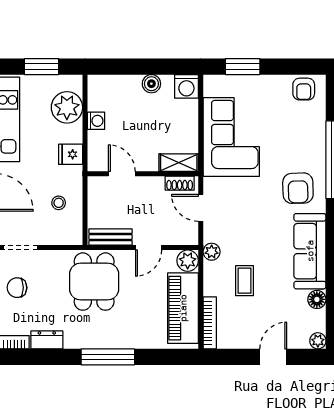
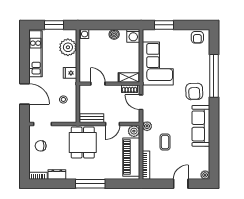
washing machine: (96, 121) -> (84, 34), moved
floor lamp: (317, 299) -> (205, 152), removed

